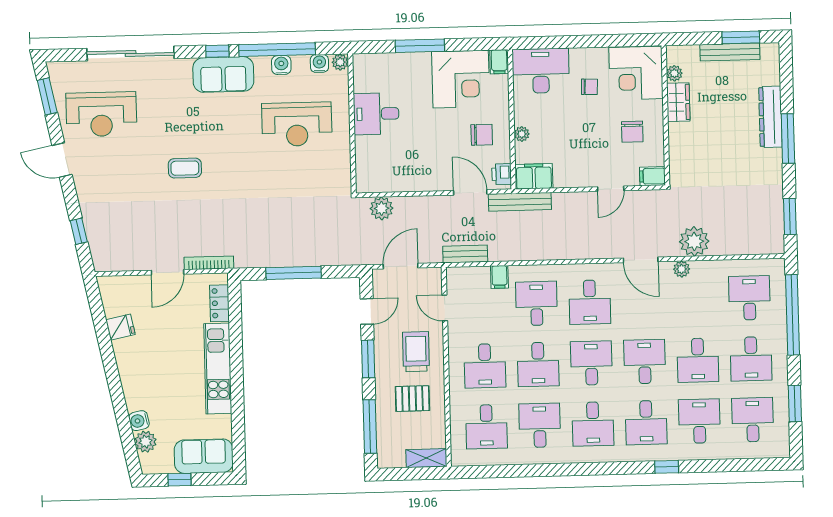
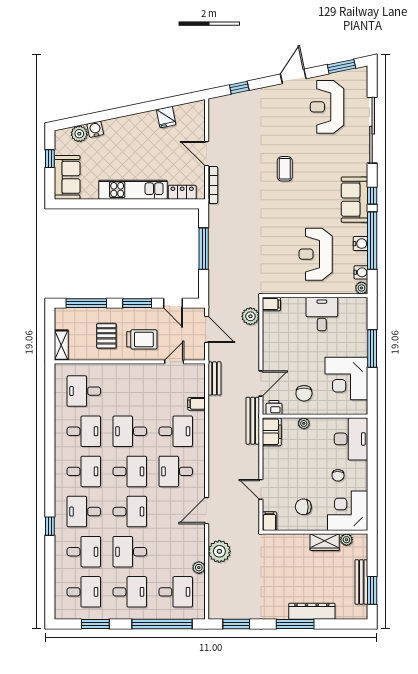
filing cabinet: (499, 62) -> (271, 304), moved, turned 180
plant: (682, 269) -> (199, 568), moved
desk: (751, 359) -> (130, 592), turned 180
desk: (485, 366) -> (130, 391), removed
desk: (593, 424) -> (84, 471), turned 180

